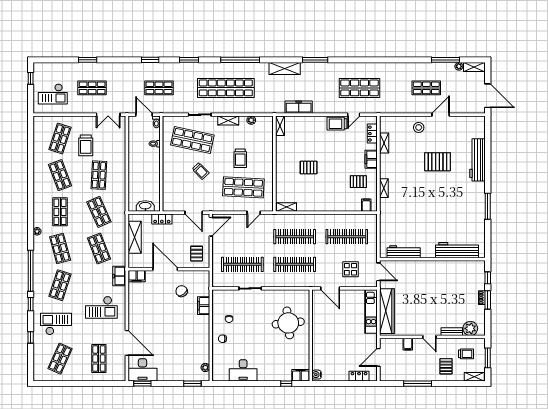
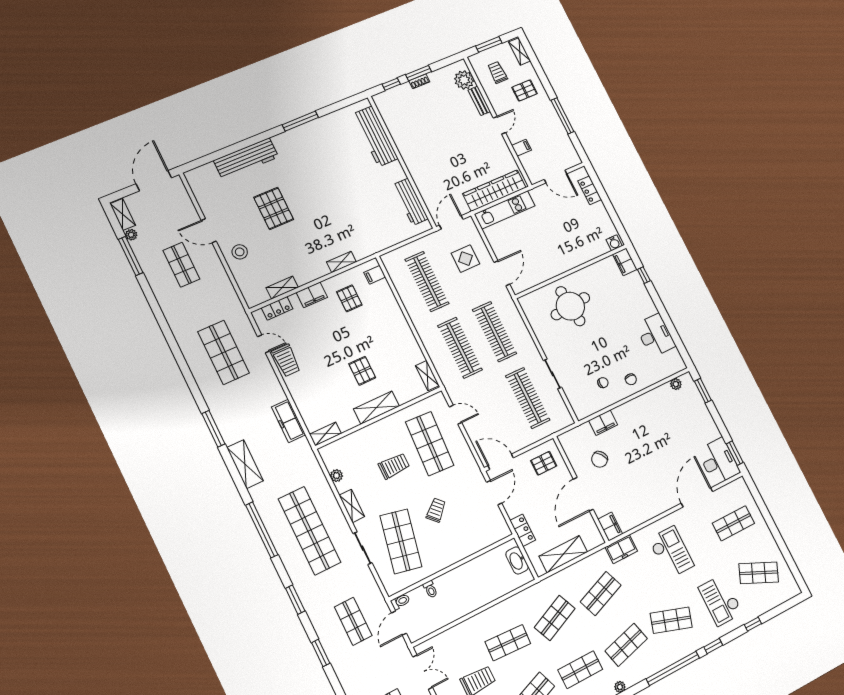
shelving: (281, 165) -> (376, 408), added

